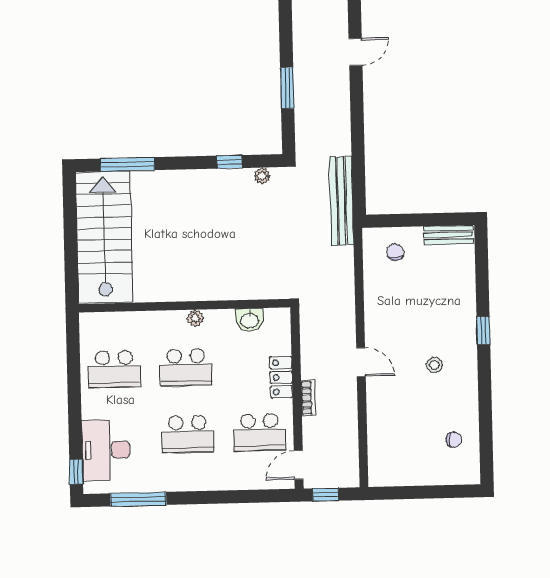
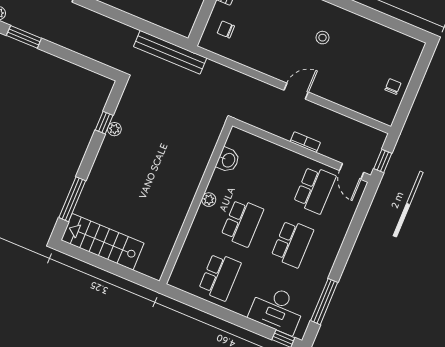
window: (287, 88) -> (24, 37), moved
plant: (262, 176) -> (114, 129), moved
stairs: (104, 237) -> (102, 242), width x0.73, depth x0.66
locker: (281, 377) -> (281, 155), removed
chair: (454, 440) -> (393, 87), moved

